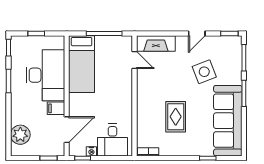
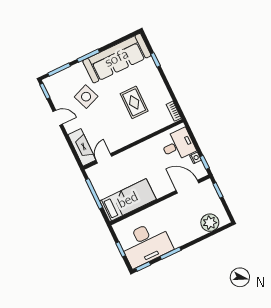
desk: (45, 75) -> (146, 244), moved, turned 180
filing cabinet: (56, 108) -> (174, 204), removed
rug: (176, 117) -> (134, 102), turned 90

